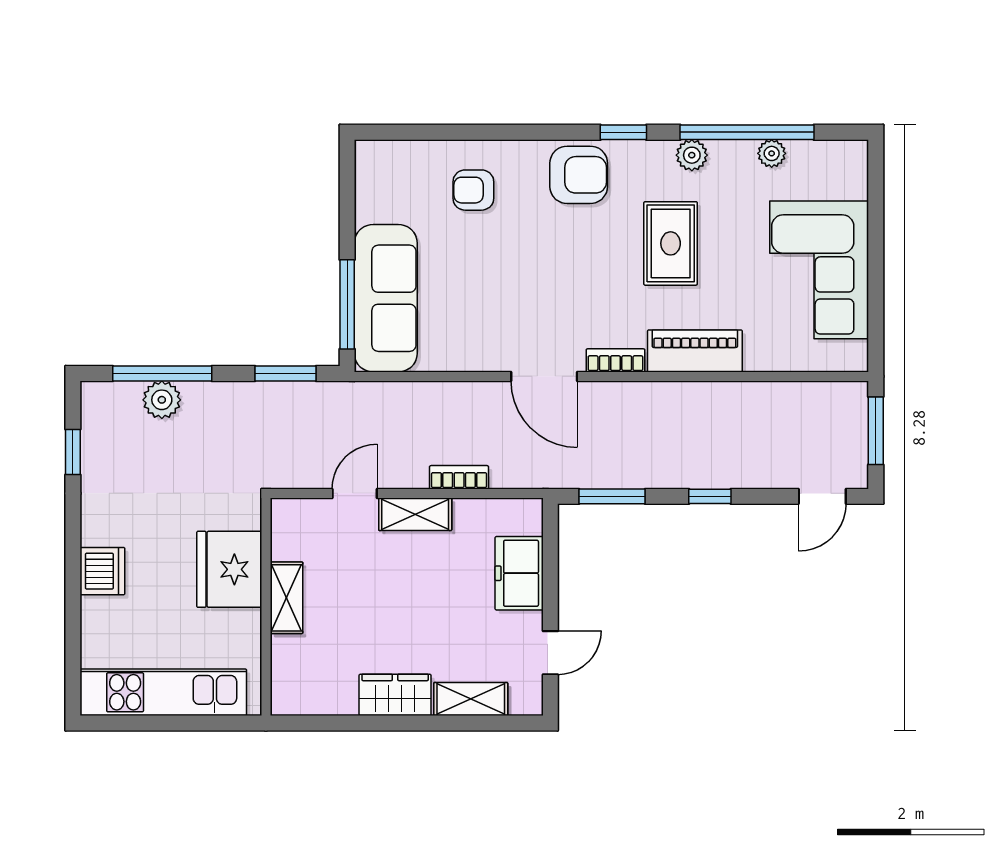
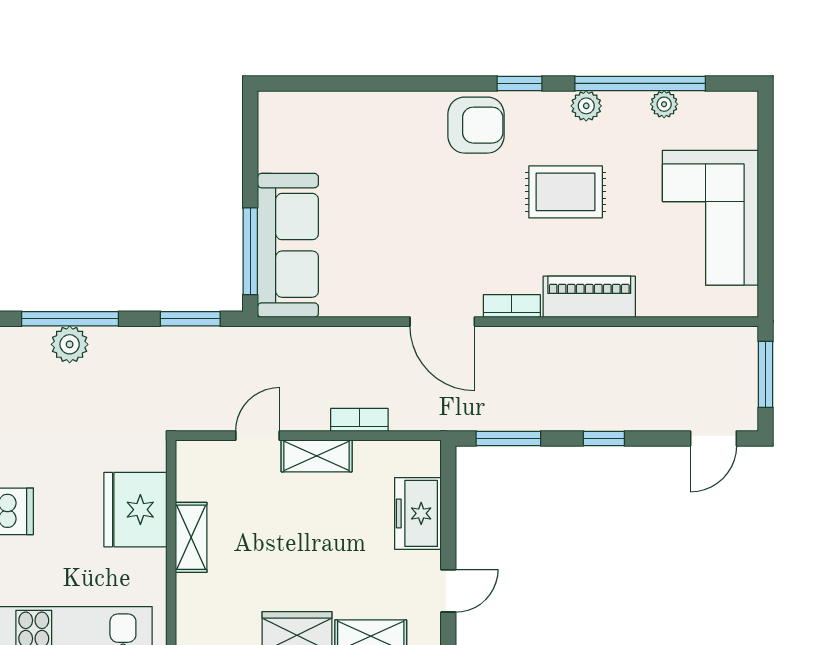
armchair: (473, 190) -> (373, 140), removed
rug: (671, 243) -> (566, 192), turned 90

